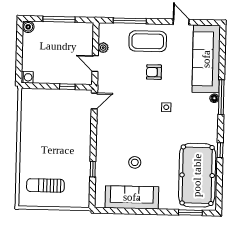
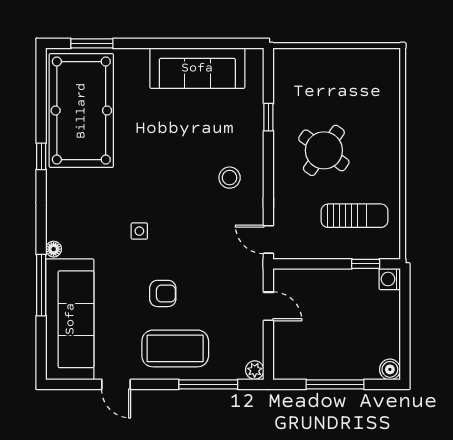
plant: (103, 48) -> (255, 370), moved
window: (67, 87) -> (366, 264), moved
window: (221, 97) -> (41, 285), moved
door: (94, 101) -> (268, 239), hinge flipped
round table: (62, 150) -> (324, 150), added
stool: (135, 162) -> (230, 178), moved
sun lounger: (45, 185) -> (355, 216), moved

